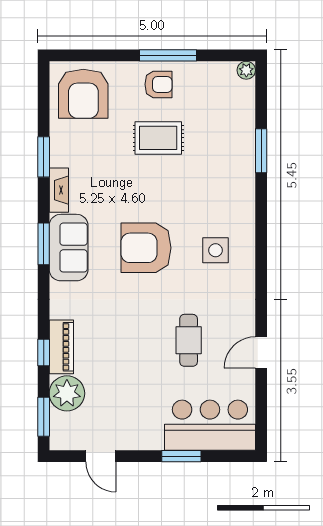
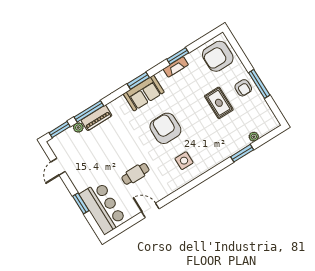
plant: (246, 70) -> (254, 137), moved
fireplace: (59, 190) -> (176, 67), moved
window: (44, 352) -> (89, 111), width x2.17
plant: (67, 393) -> (78, 127), width x0.53, depth x0.53

